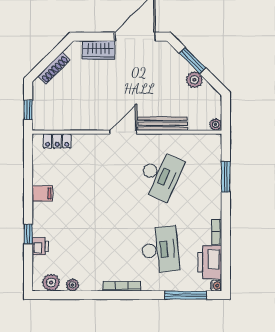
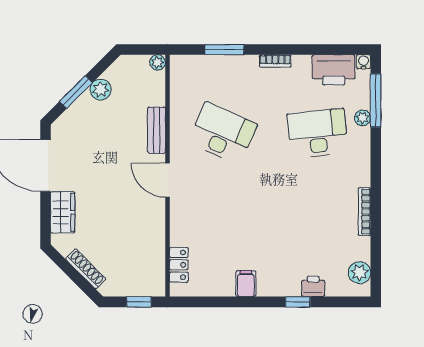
bench: (163, 124) -> (157, 130), width x0.73
bookcase: (217, 232) -> (275, 61), moved
plant: (73, 285) -> (363, 118), moved
bookcase: (122, 286) -> (364, 212), moved

